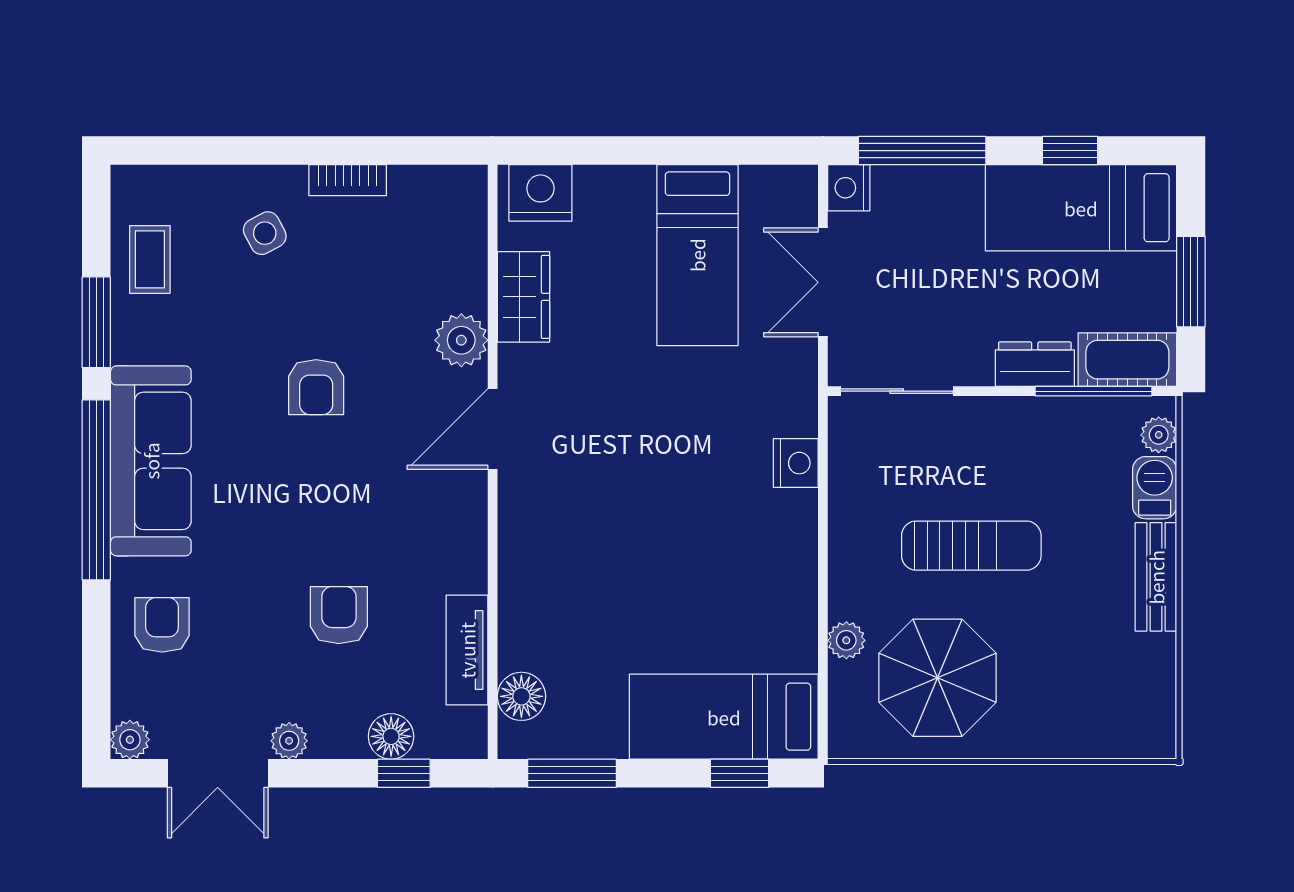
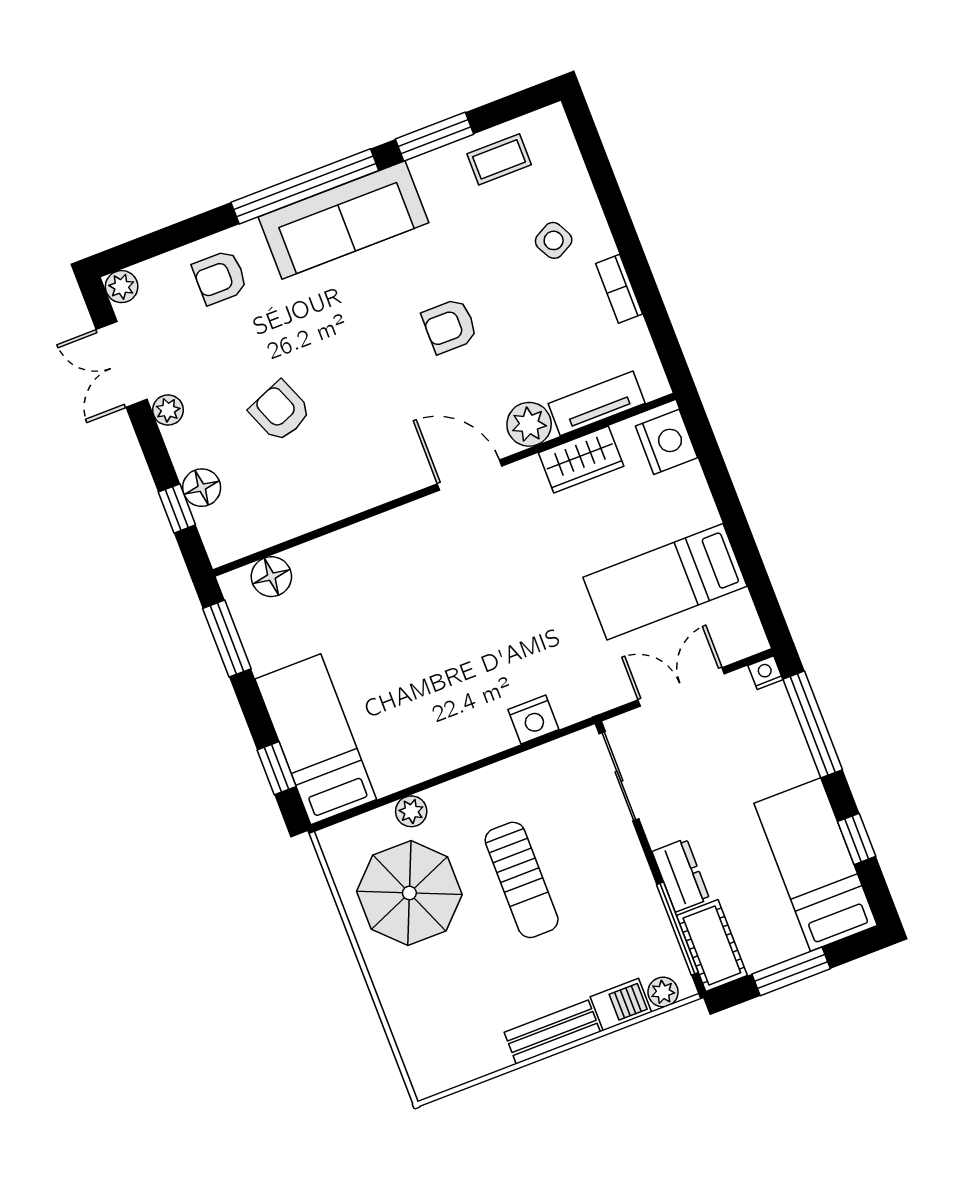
nightstand: (849, 188) -> (765, 673), width x0.72, depth x0.74
armchair: (339, 615) -> (280, 411), turned -112
armchair: (162, 625) -> (220, 277), turned 180
tv unit: (467, 650) -> (597, 403), moved

